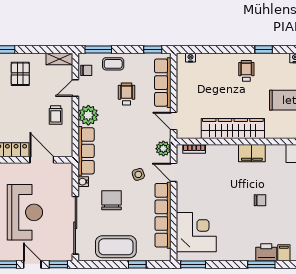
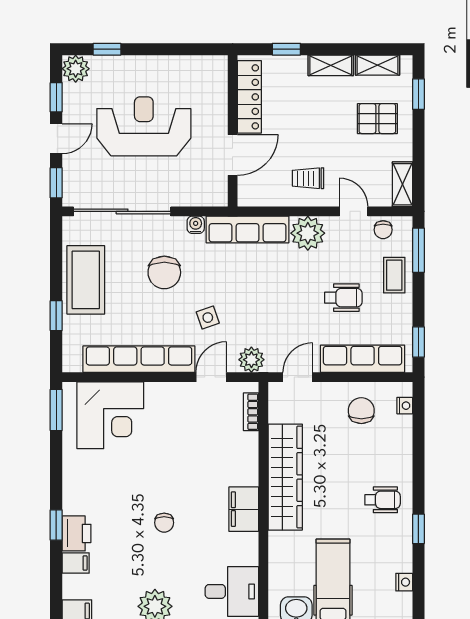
chair: (193, 83) -> (361, 411), added
chair: (112, 200) -> (164, 272), turned 90
reception desk: (25, 212) -> (144, 126), turned 180
window: (261, 264) -> (56, 525), width x0.67

